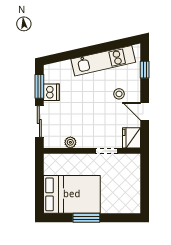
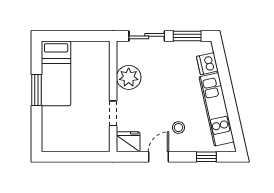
dishwasher: (51, 92) -> (207, 64), moved, turned 77
plant: (70, 142) -> (129, 77), width x1.87, depth x1.87
bed: (72, 194) -> (56, 73), width x0.67

